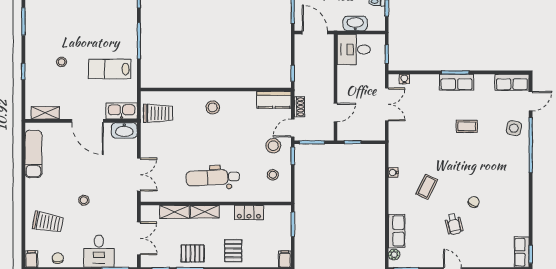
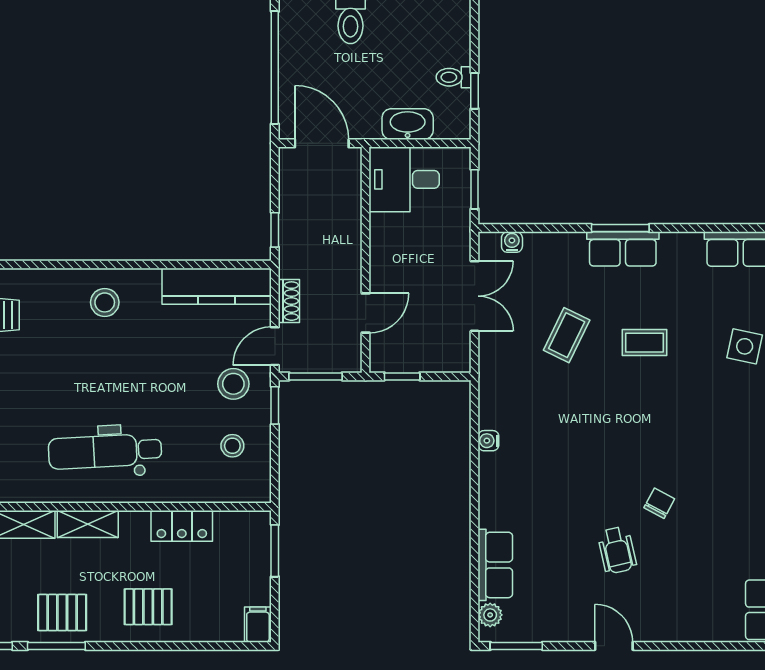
kitchen counter: (274, 100) -> (217, 286), width x1.50
coffee table: (427, 187) -> (567, 335), moved
pallet: (233, 251) -> (148, 607), turned 90

